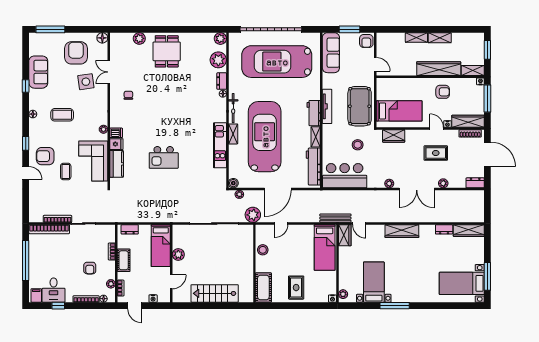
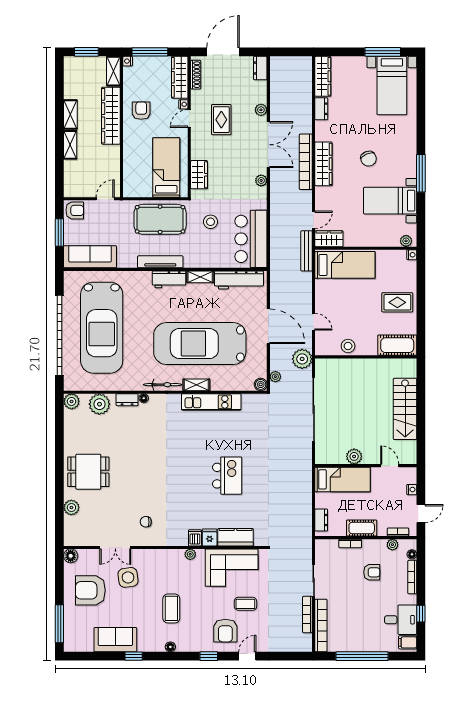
bookcase: (404, 218) -> (306, 162), added
chair: (406, 266) -> (369, 159), added

